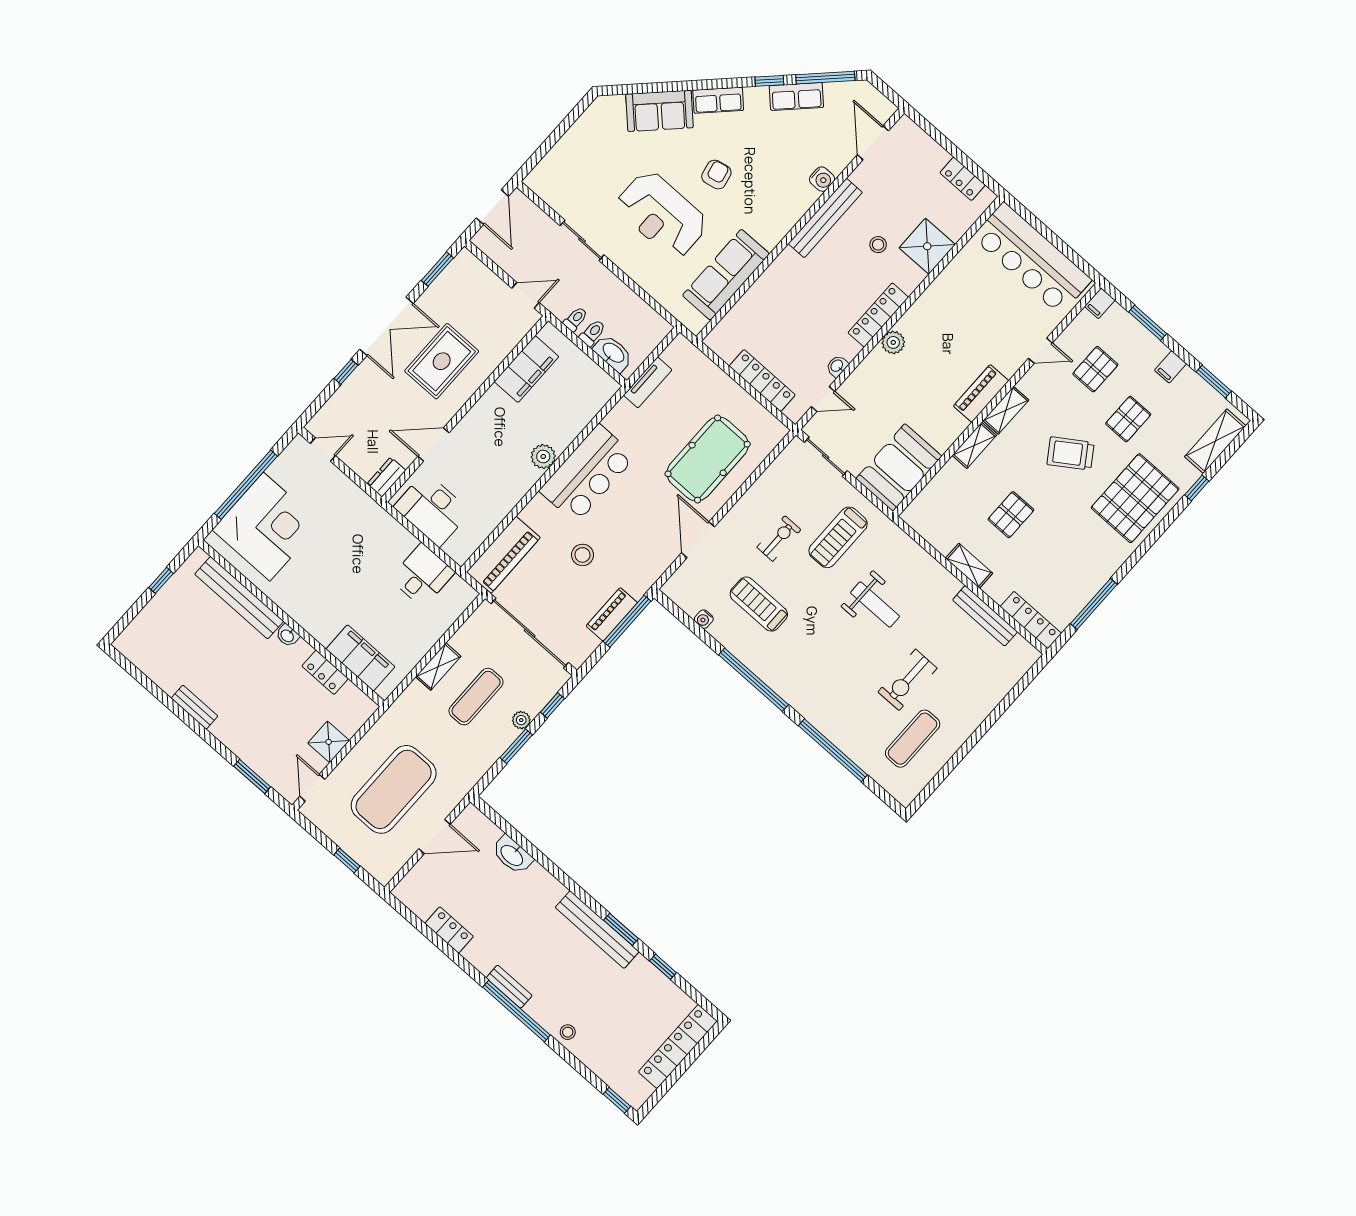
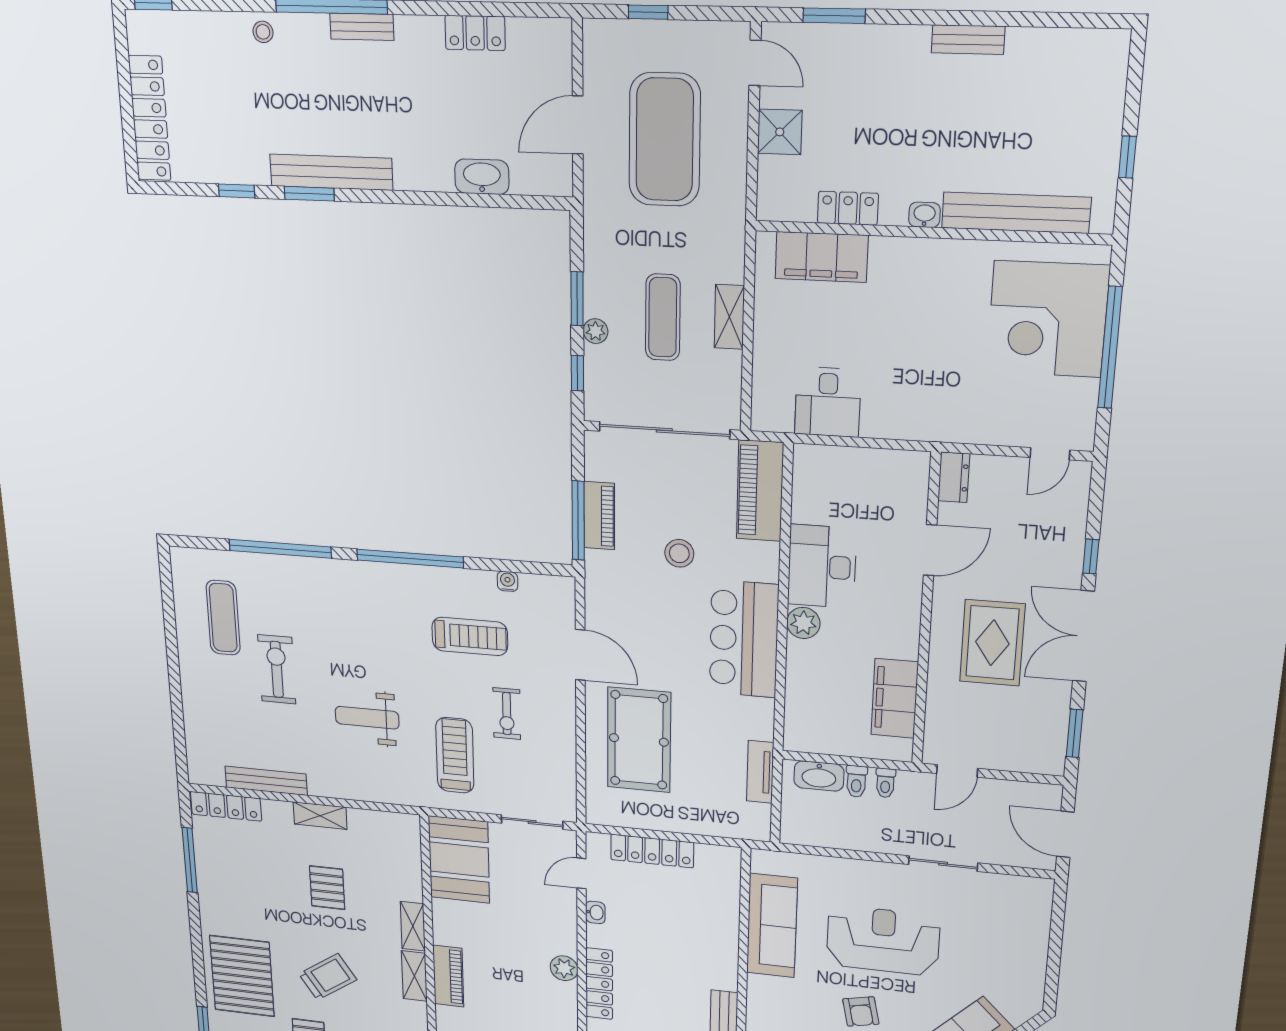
desk: (432, 509) -> (822, 566), moved, turned -90

